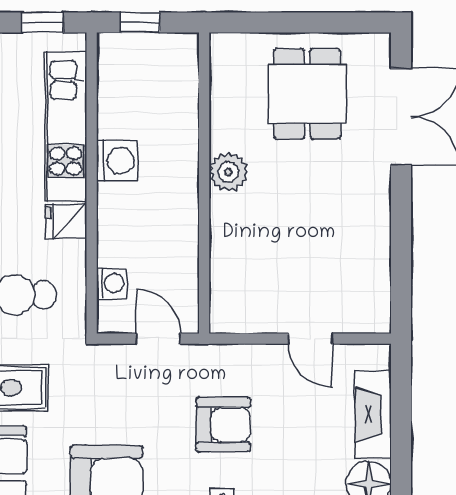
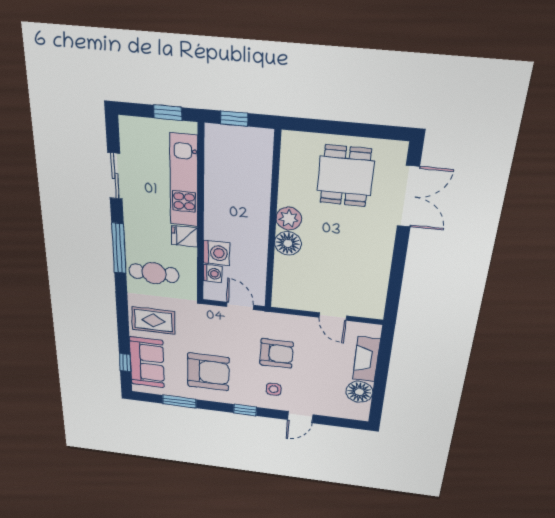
washing machine: (117, 161) -> (216, 253), moved
floor lamp: (230, 214) -> (288, 243), added

